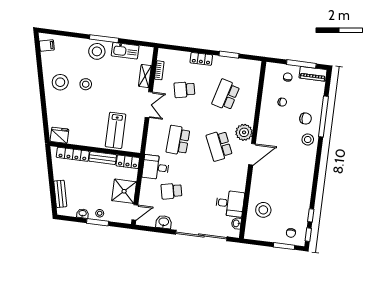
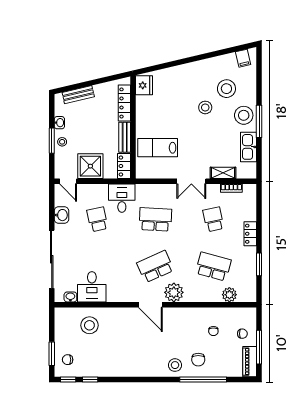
stool: (60, 82) -> (226, 89), moved
plant: (252, 84) -> (229, 295), added

